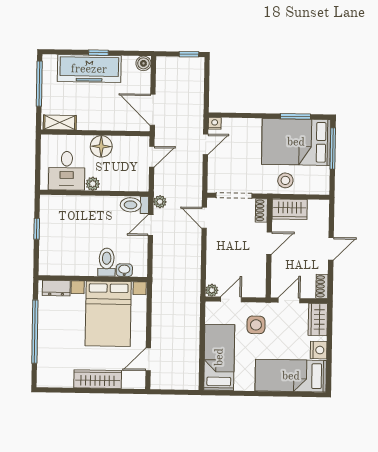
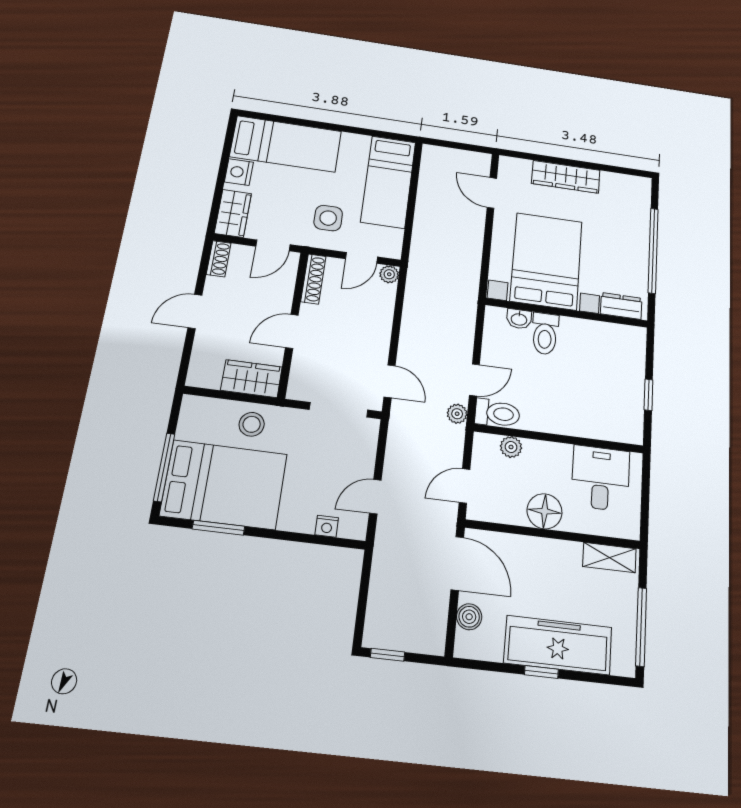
boiler: (143, 63) -> (469, 617), moved
nightstand: (215, 123) -> (327, 526), moved
plant: (93, 184) -> (511, 447), moved
shoe rack: (261, 210) -> (313, 279), moved, width x1.43
door: (148, 359) -> (492, 193), swing flipped

